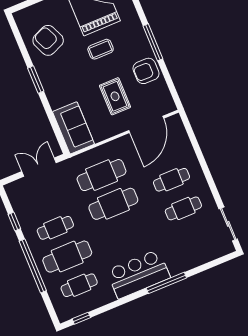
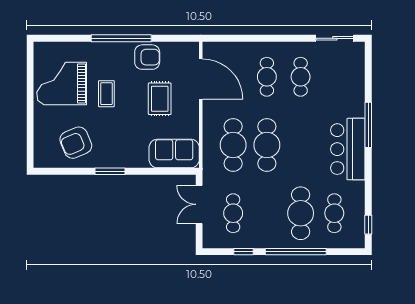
window: (153, 42) -> (121, 38), width x1.46
armchair: (146, 71) -> (147, 57), turned -90
rug: (115, 96) -> (160, 99), turned 90
cafe table: (55, 228) -> (233, 213), moved

